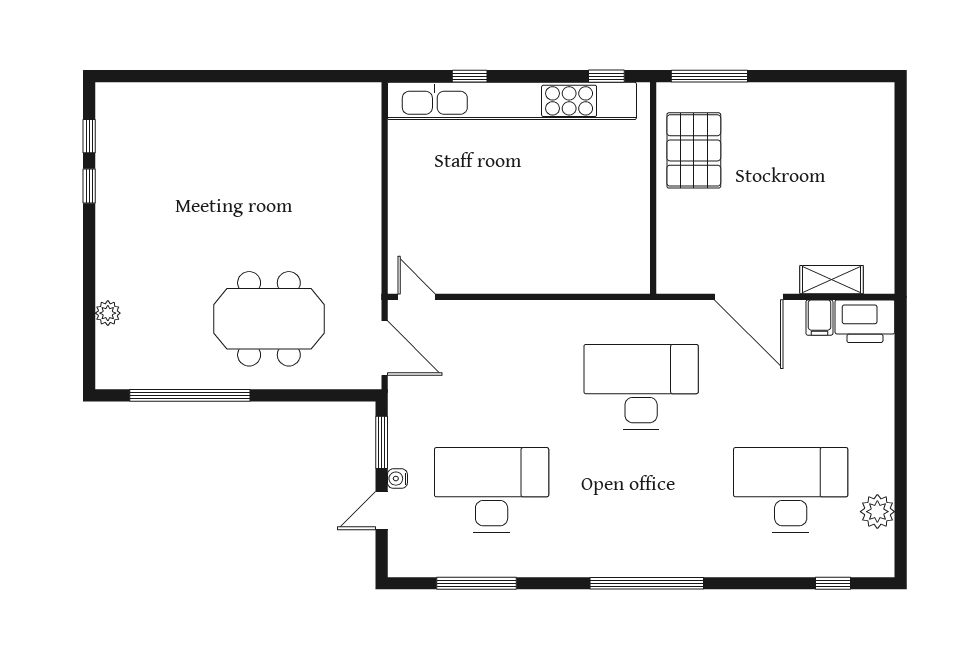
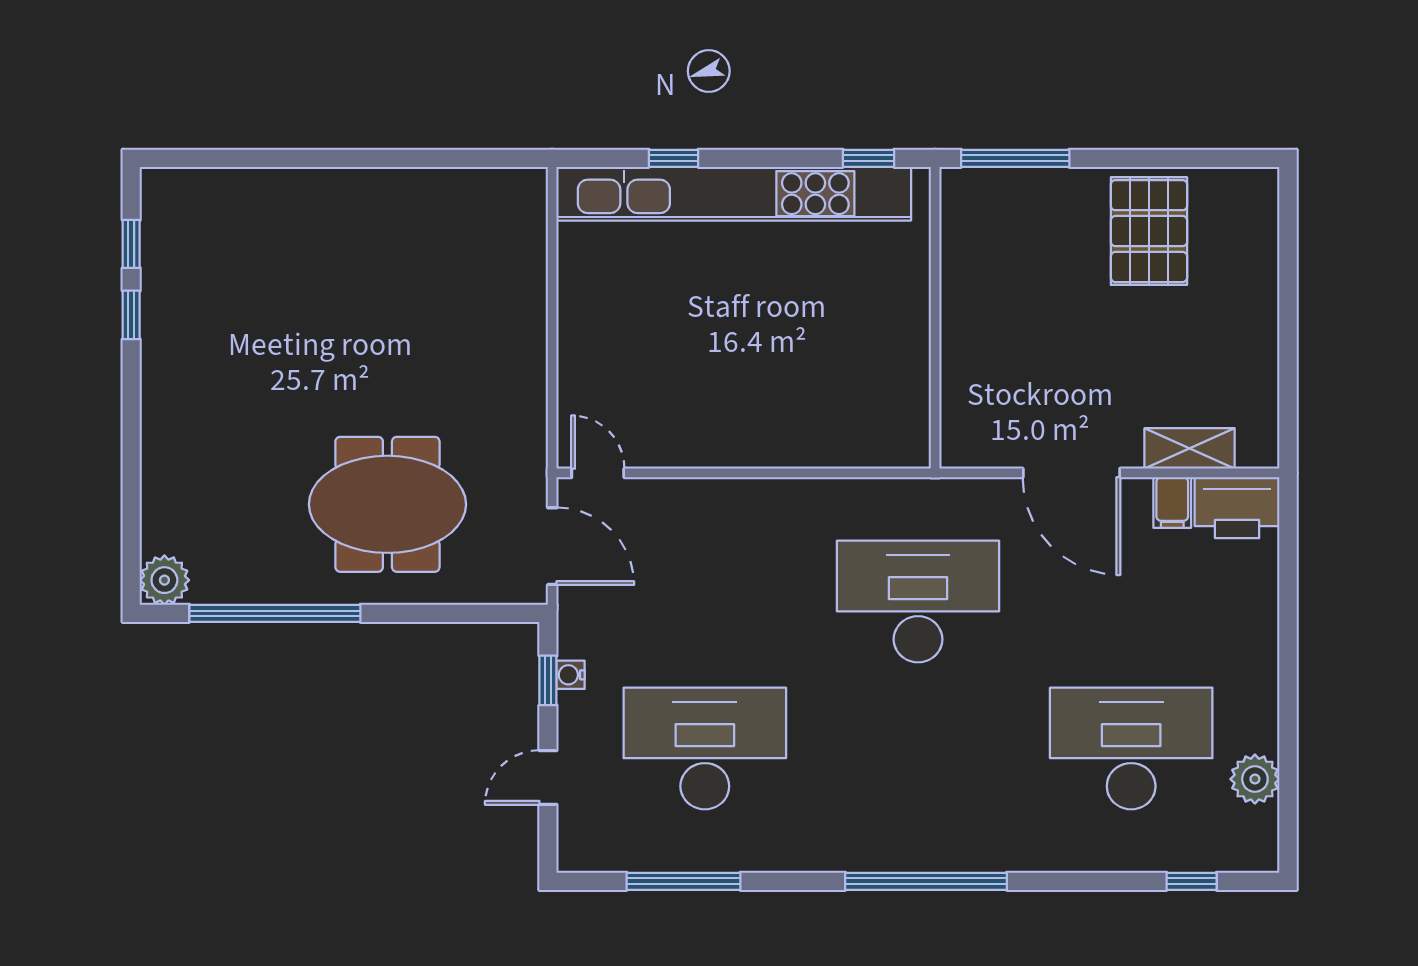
pallet: (694, 150) -> (1149, 231), moved
plant: (108, 313) -> (164, 580), moved, width x1.38, depth x1.38
window: (382, 442) -> (548, 680), width x0.67
water cooler: (397, 479) -> (571, 675), moved

